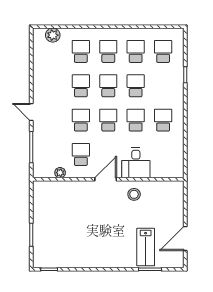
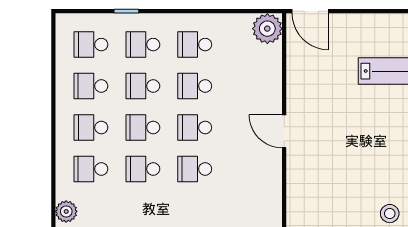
school desk: (81, 154) -> (143, 45), moved
desk: (136, 163) -> (259, 86), removed
plant: (60, 173) -> (267, 29), moved, width x1.87, depth x1.87
stool: (134, 194) -> (390, 214), moved
door: (185, 238) -> (310, 11), moved

